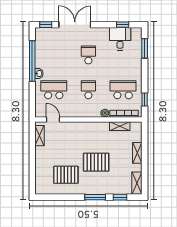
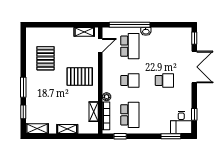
desk: (120, 39) -> (181, 122), moved, turned 90
window: (32, 61) -> (130, 25), moved
pallet: (96, 162) -> (80, 77), moved, turned 90

